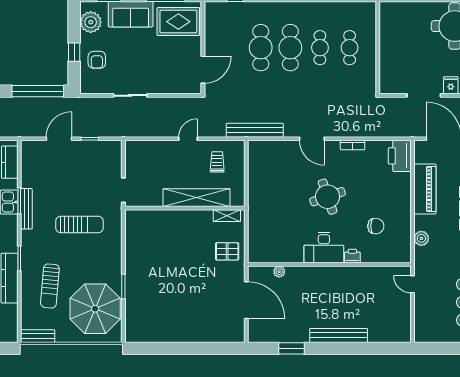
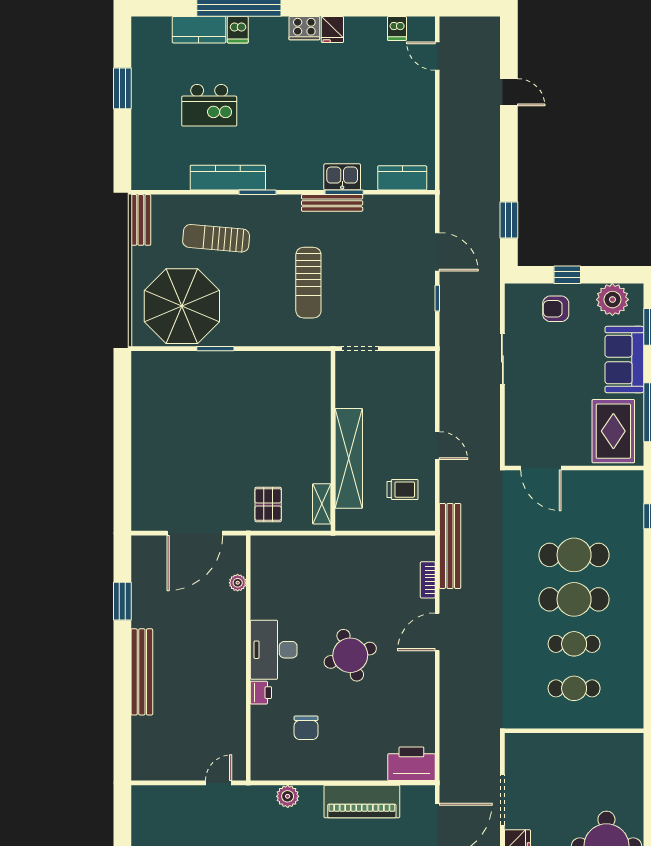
window: (38, 91) -> (509, 220), width x0.47
bookcase: (353, 145) -> (428, 580), moved

